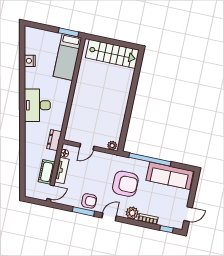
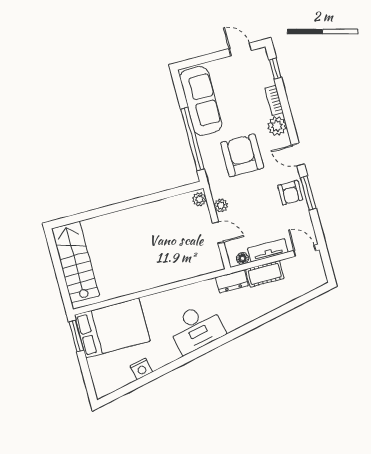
bed: (67, 57) -> (112, 328), width x1.50
plant: (102, 156) -> (221, 205), added
cot: (47, 172) -> (265, 274), moved
armchair: (89, 201) -> (290, 193), turned 180

